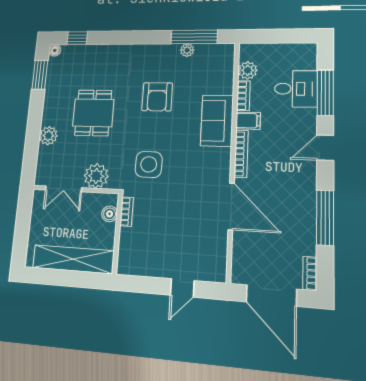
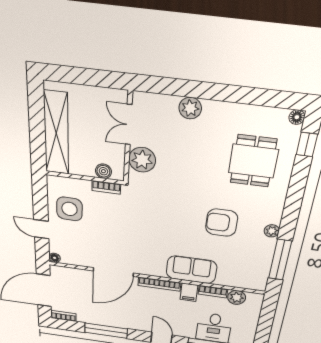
plant: (187, 50) -> (272, 231), moved
window: (40, 75) -> (268, 98), removed
dining table: (93, 113) -> (253, 161), moved, turned 90
side table: (149, 164) -> (69, 209), moved
floor lamp: (220, 276) -> (55, 258), added

